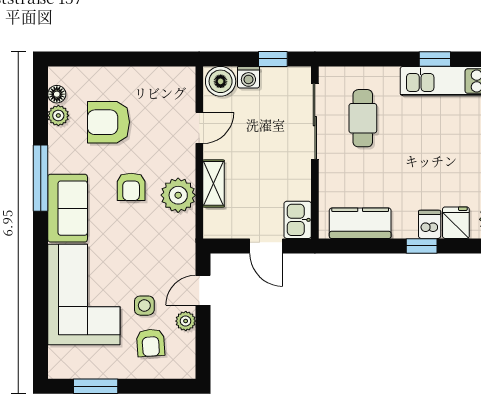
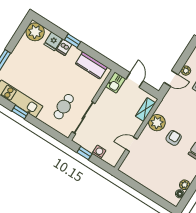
boiler: (221, 81) -> (111, 157), removed
armchair: (108, 122) -> (166, 169), removed
shelving: (214, 183) -> (145, 110), moved

